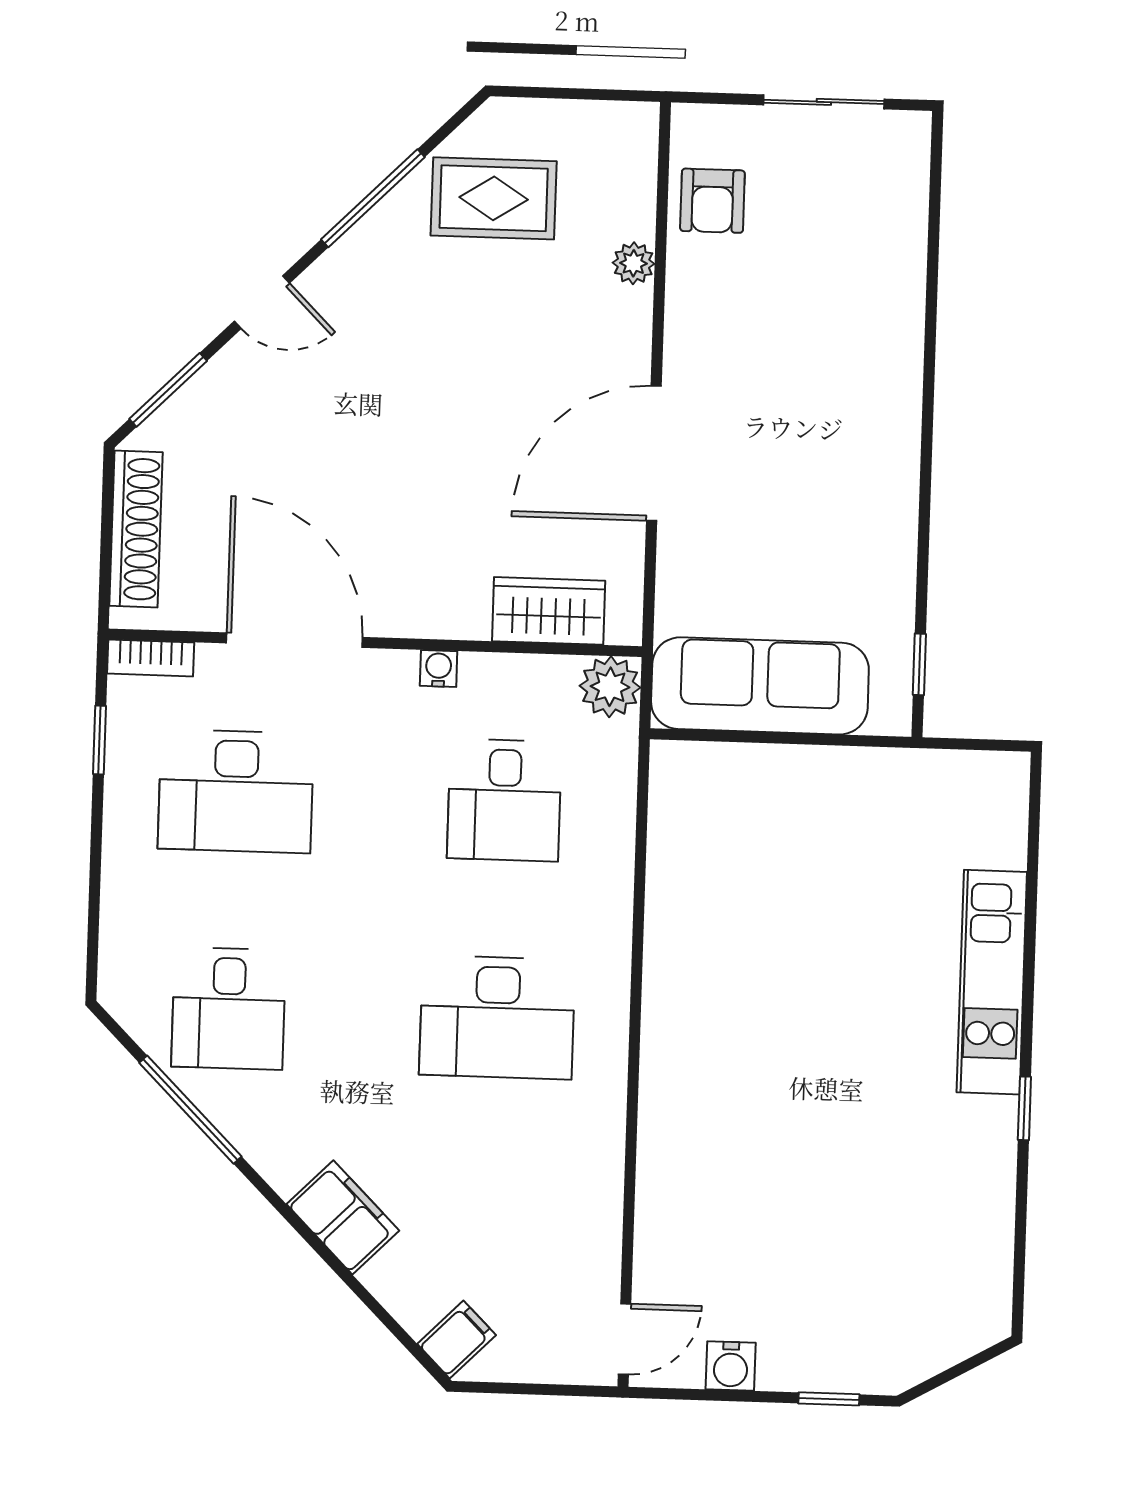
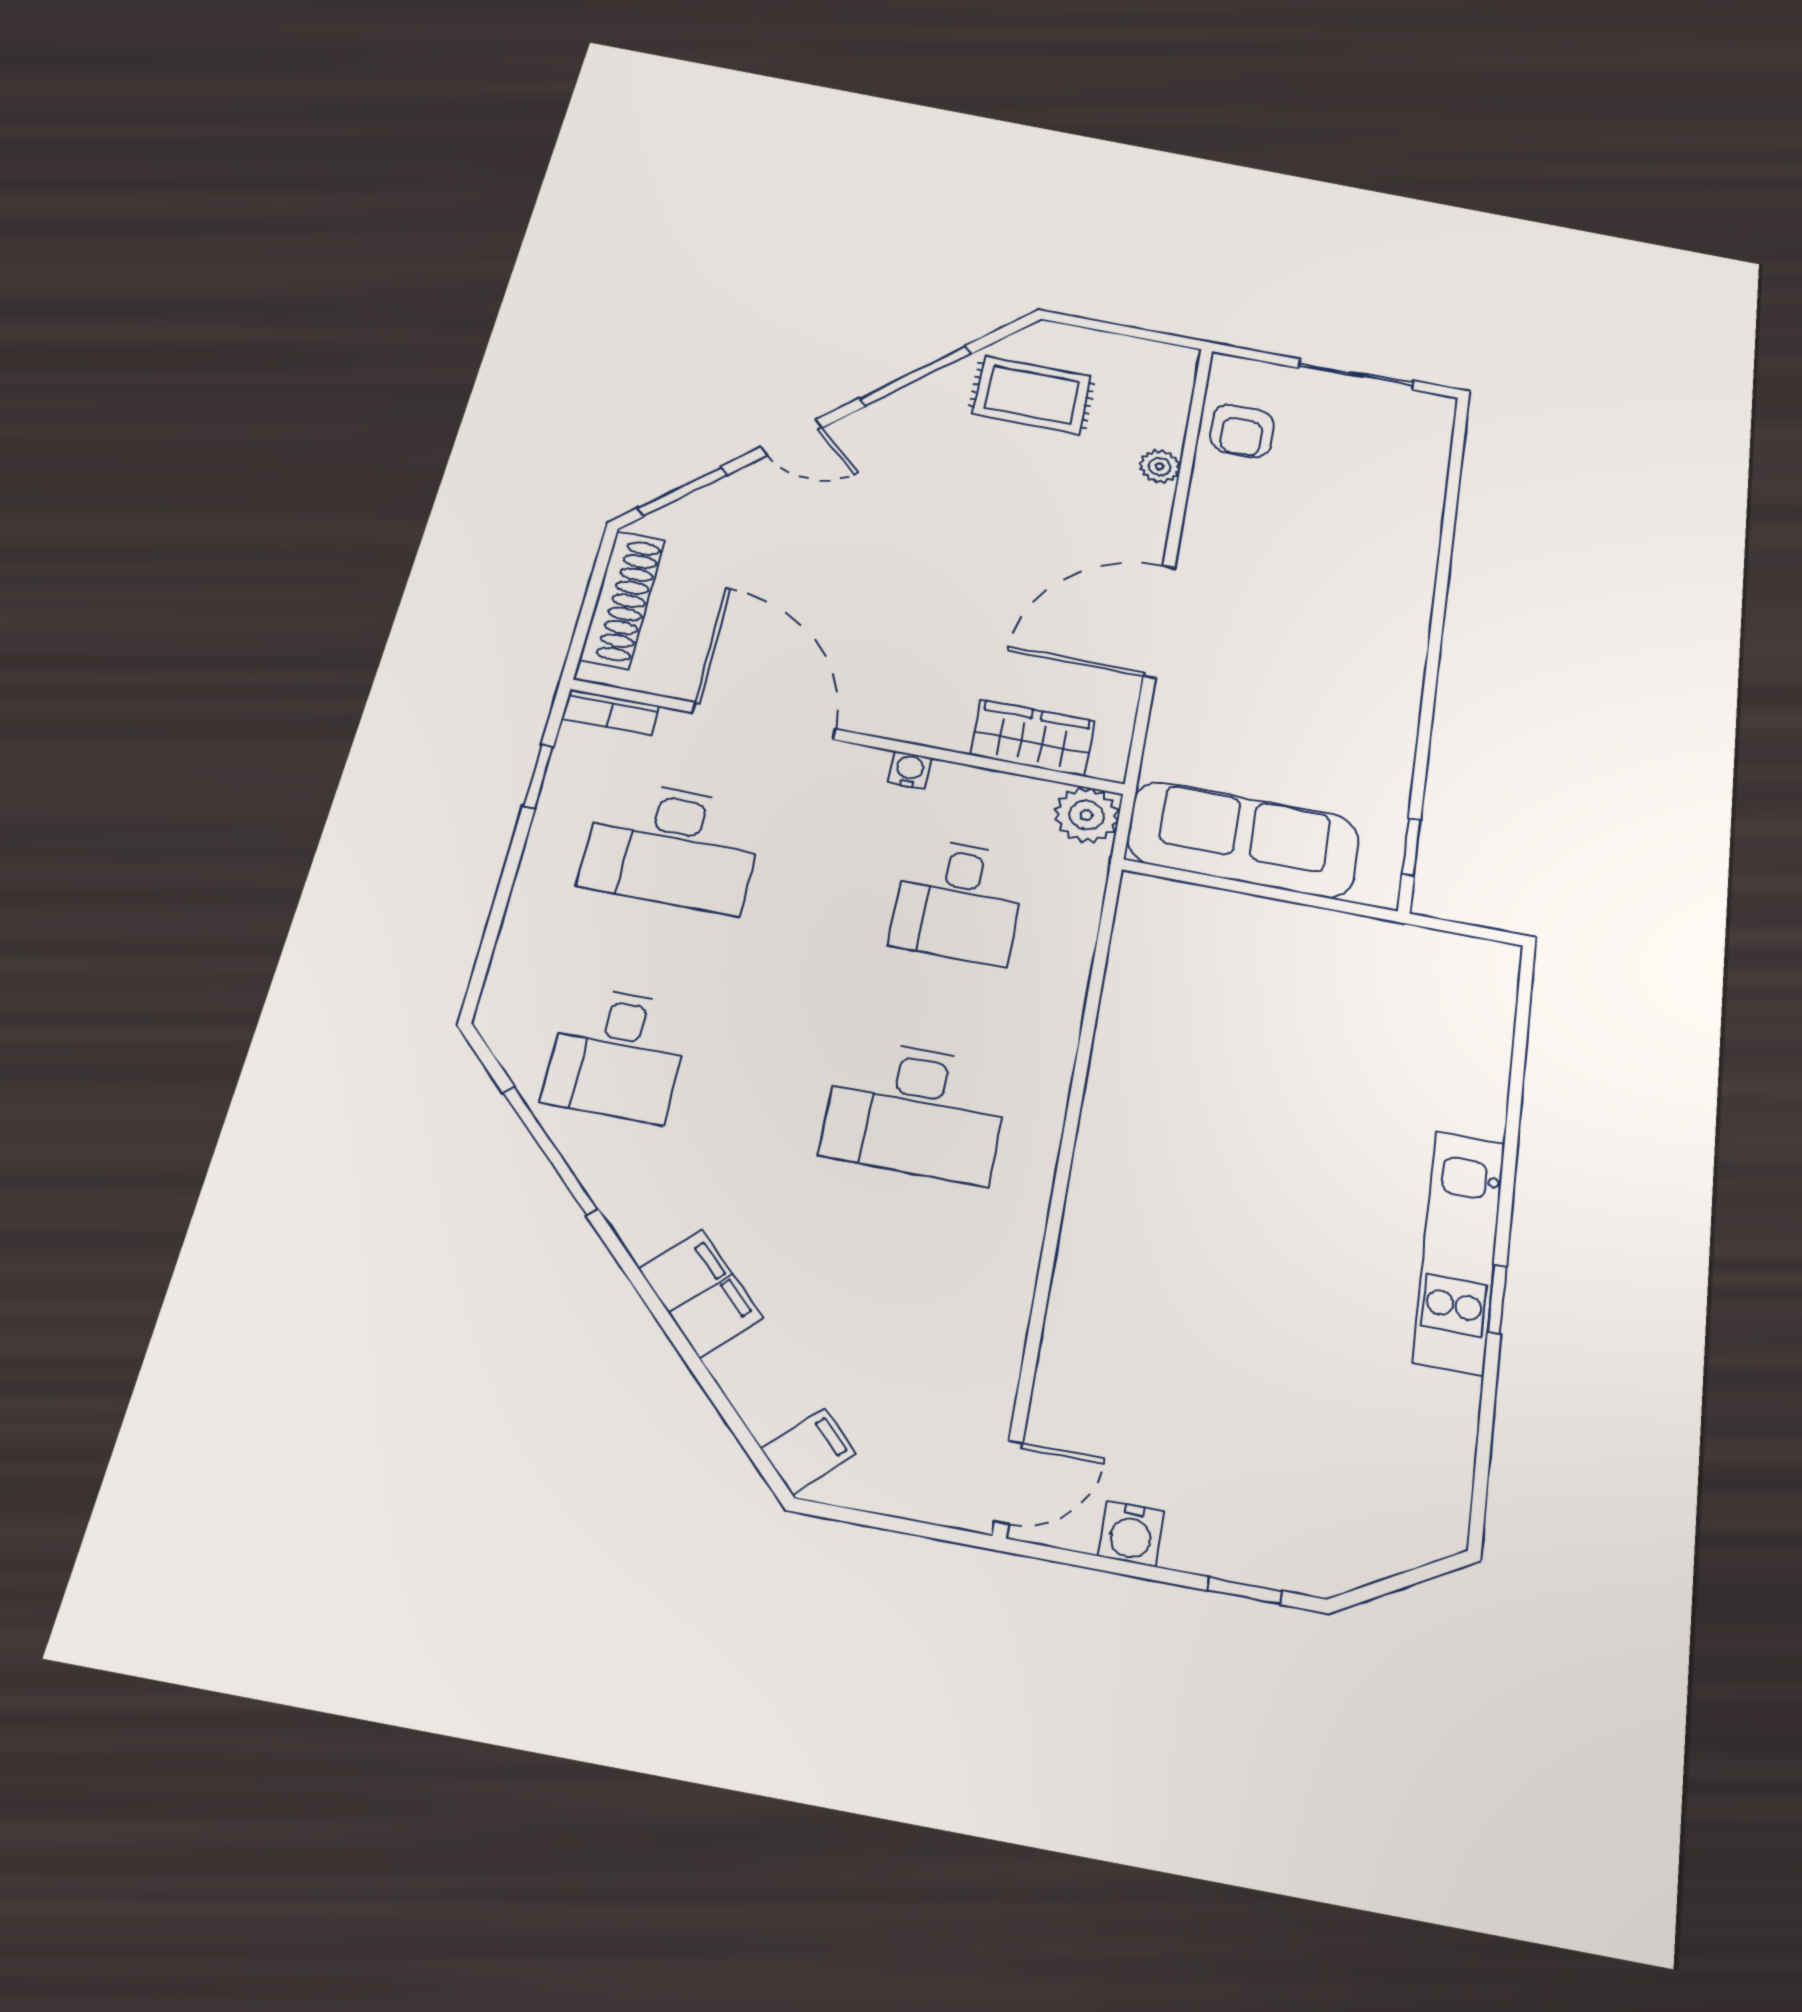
kitchen unit: (992, 982) -> (1459, 1251), moved

